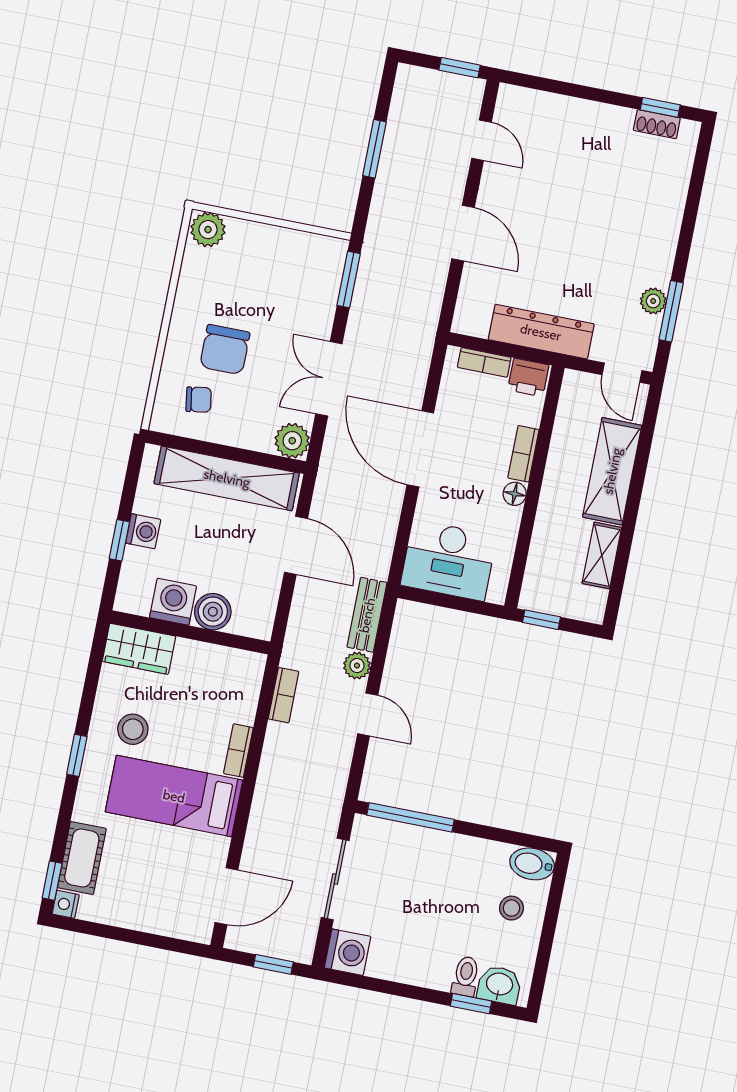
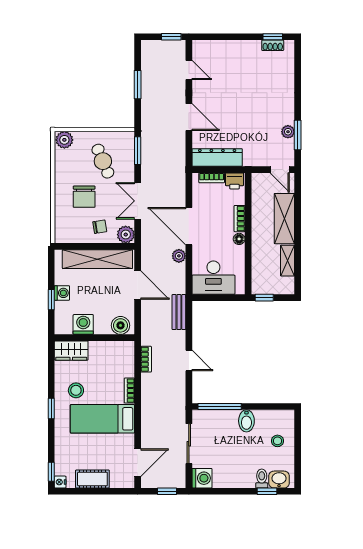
cafe table: (276, 287) -> (103, 161), added
dresser: (541, 332) -> (217, 157), moved
chair: (199, 400) -> (100, 227), moved
boiler: (213, 612) -> (121, 325), moved
plant: (357, 666) -> (179, 256), moved
cot: (82, 858) -> (92, 479), moved, turned 90
bidet: (532, 864) -> (246, 421), moved, turned -90

